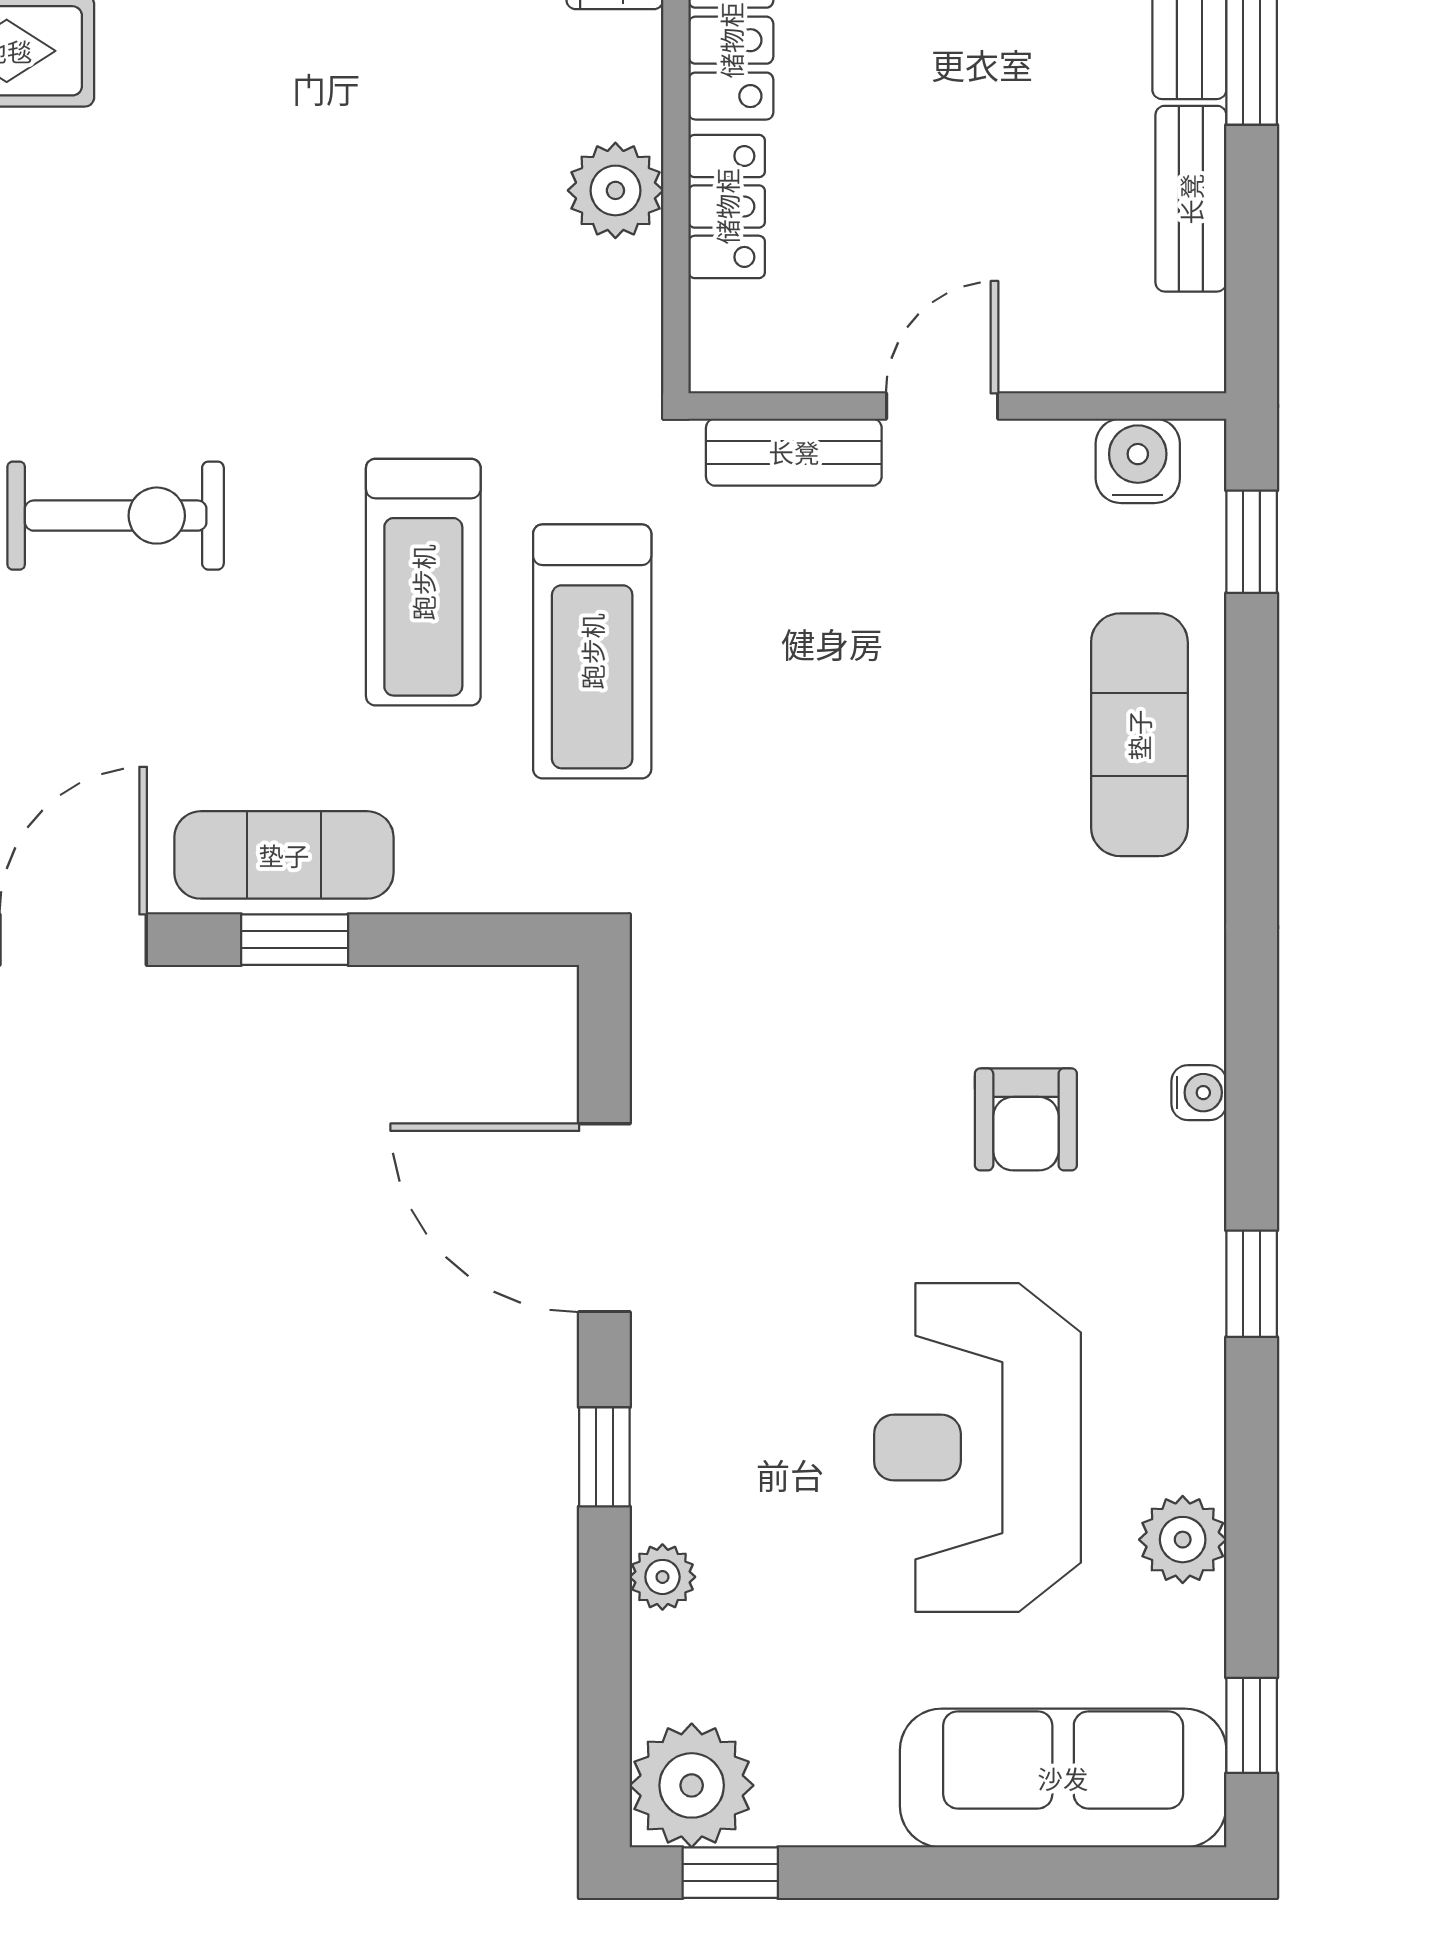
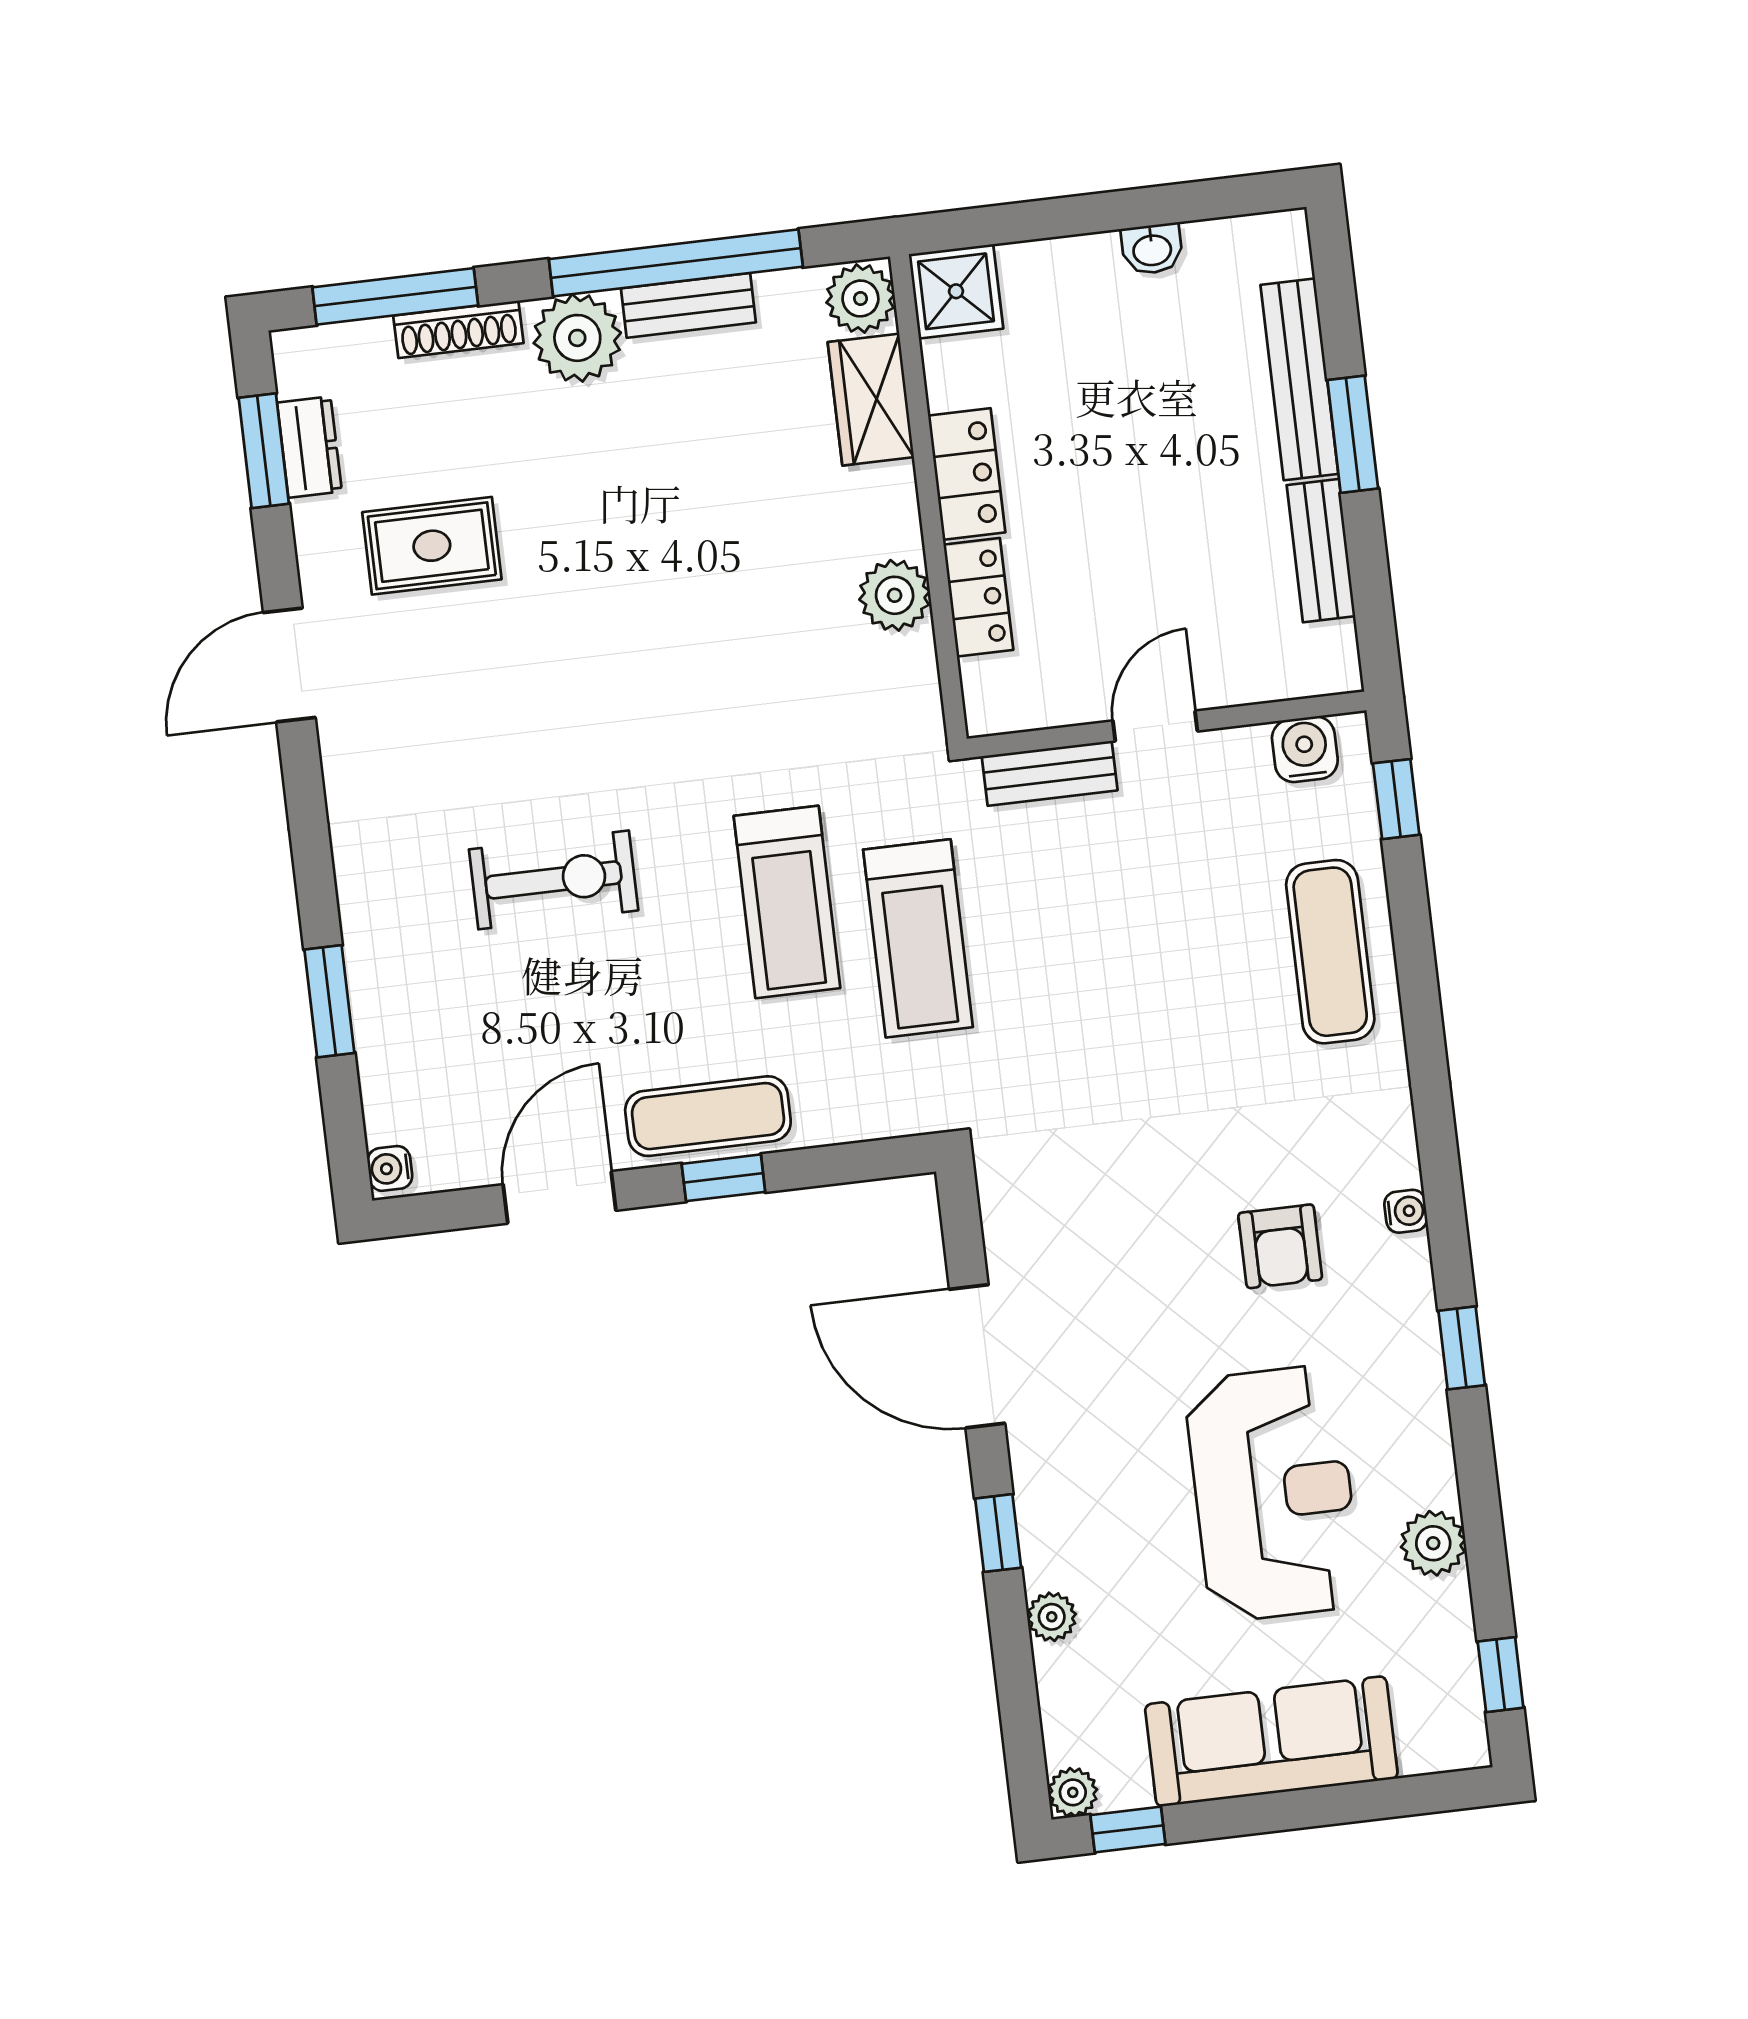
reception desk: (977, 1448) -> (1273, 1493), turned 180
sofa: (1063, 1778) -> (1271, 1741), moved
plant: (692, 1785) -> (1073, 1792), width x0.53, depth x0.53

